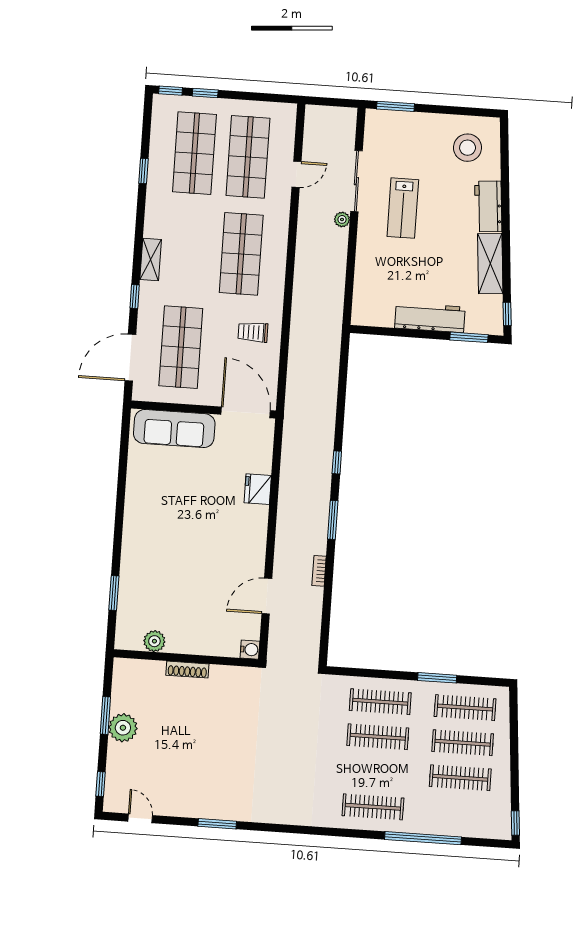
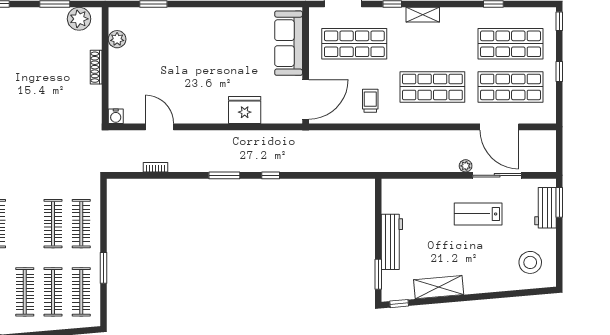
window: (205, 93) -> (559, 72), moved
door: (296, 174) -> (499, 127), width x1.87
workbench: (488, 206) -> (545, 208), moved, turned -85
fridge: (258, 489) -> (245, 110), width x1.36, depth x1.34
bookcase: (319, 571) -> (156, 167), moved
plant: (123, 728) -> (79, 19), moved

